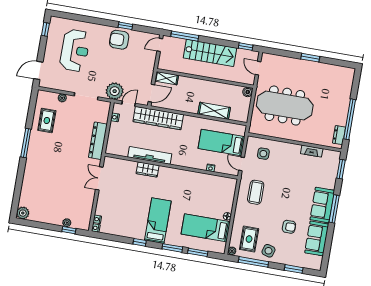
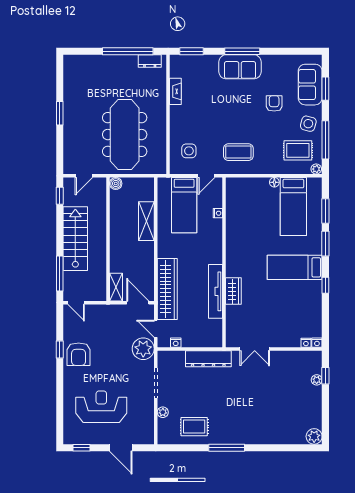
door: (38, 70) -> (121, 448), moved
sofa: (317, 238) -> (310, 85), moved, turned 90

